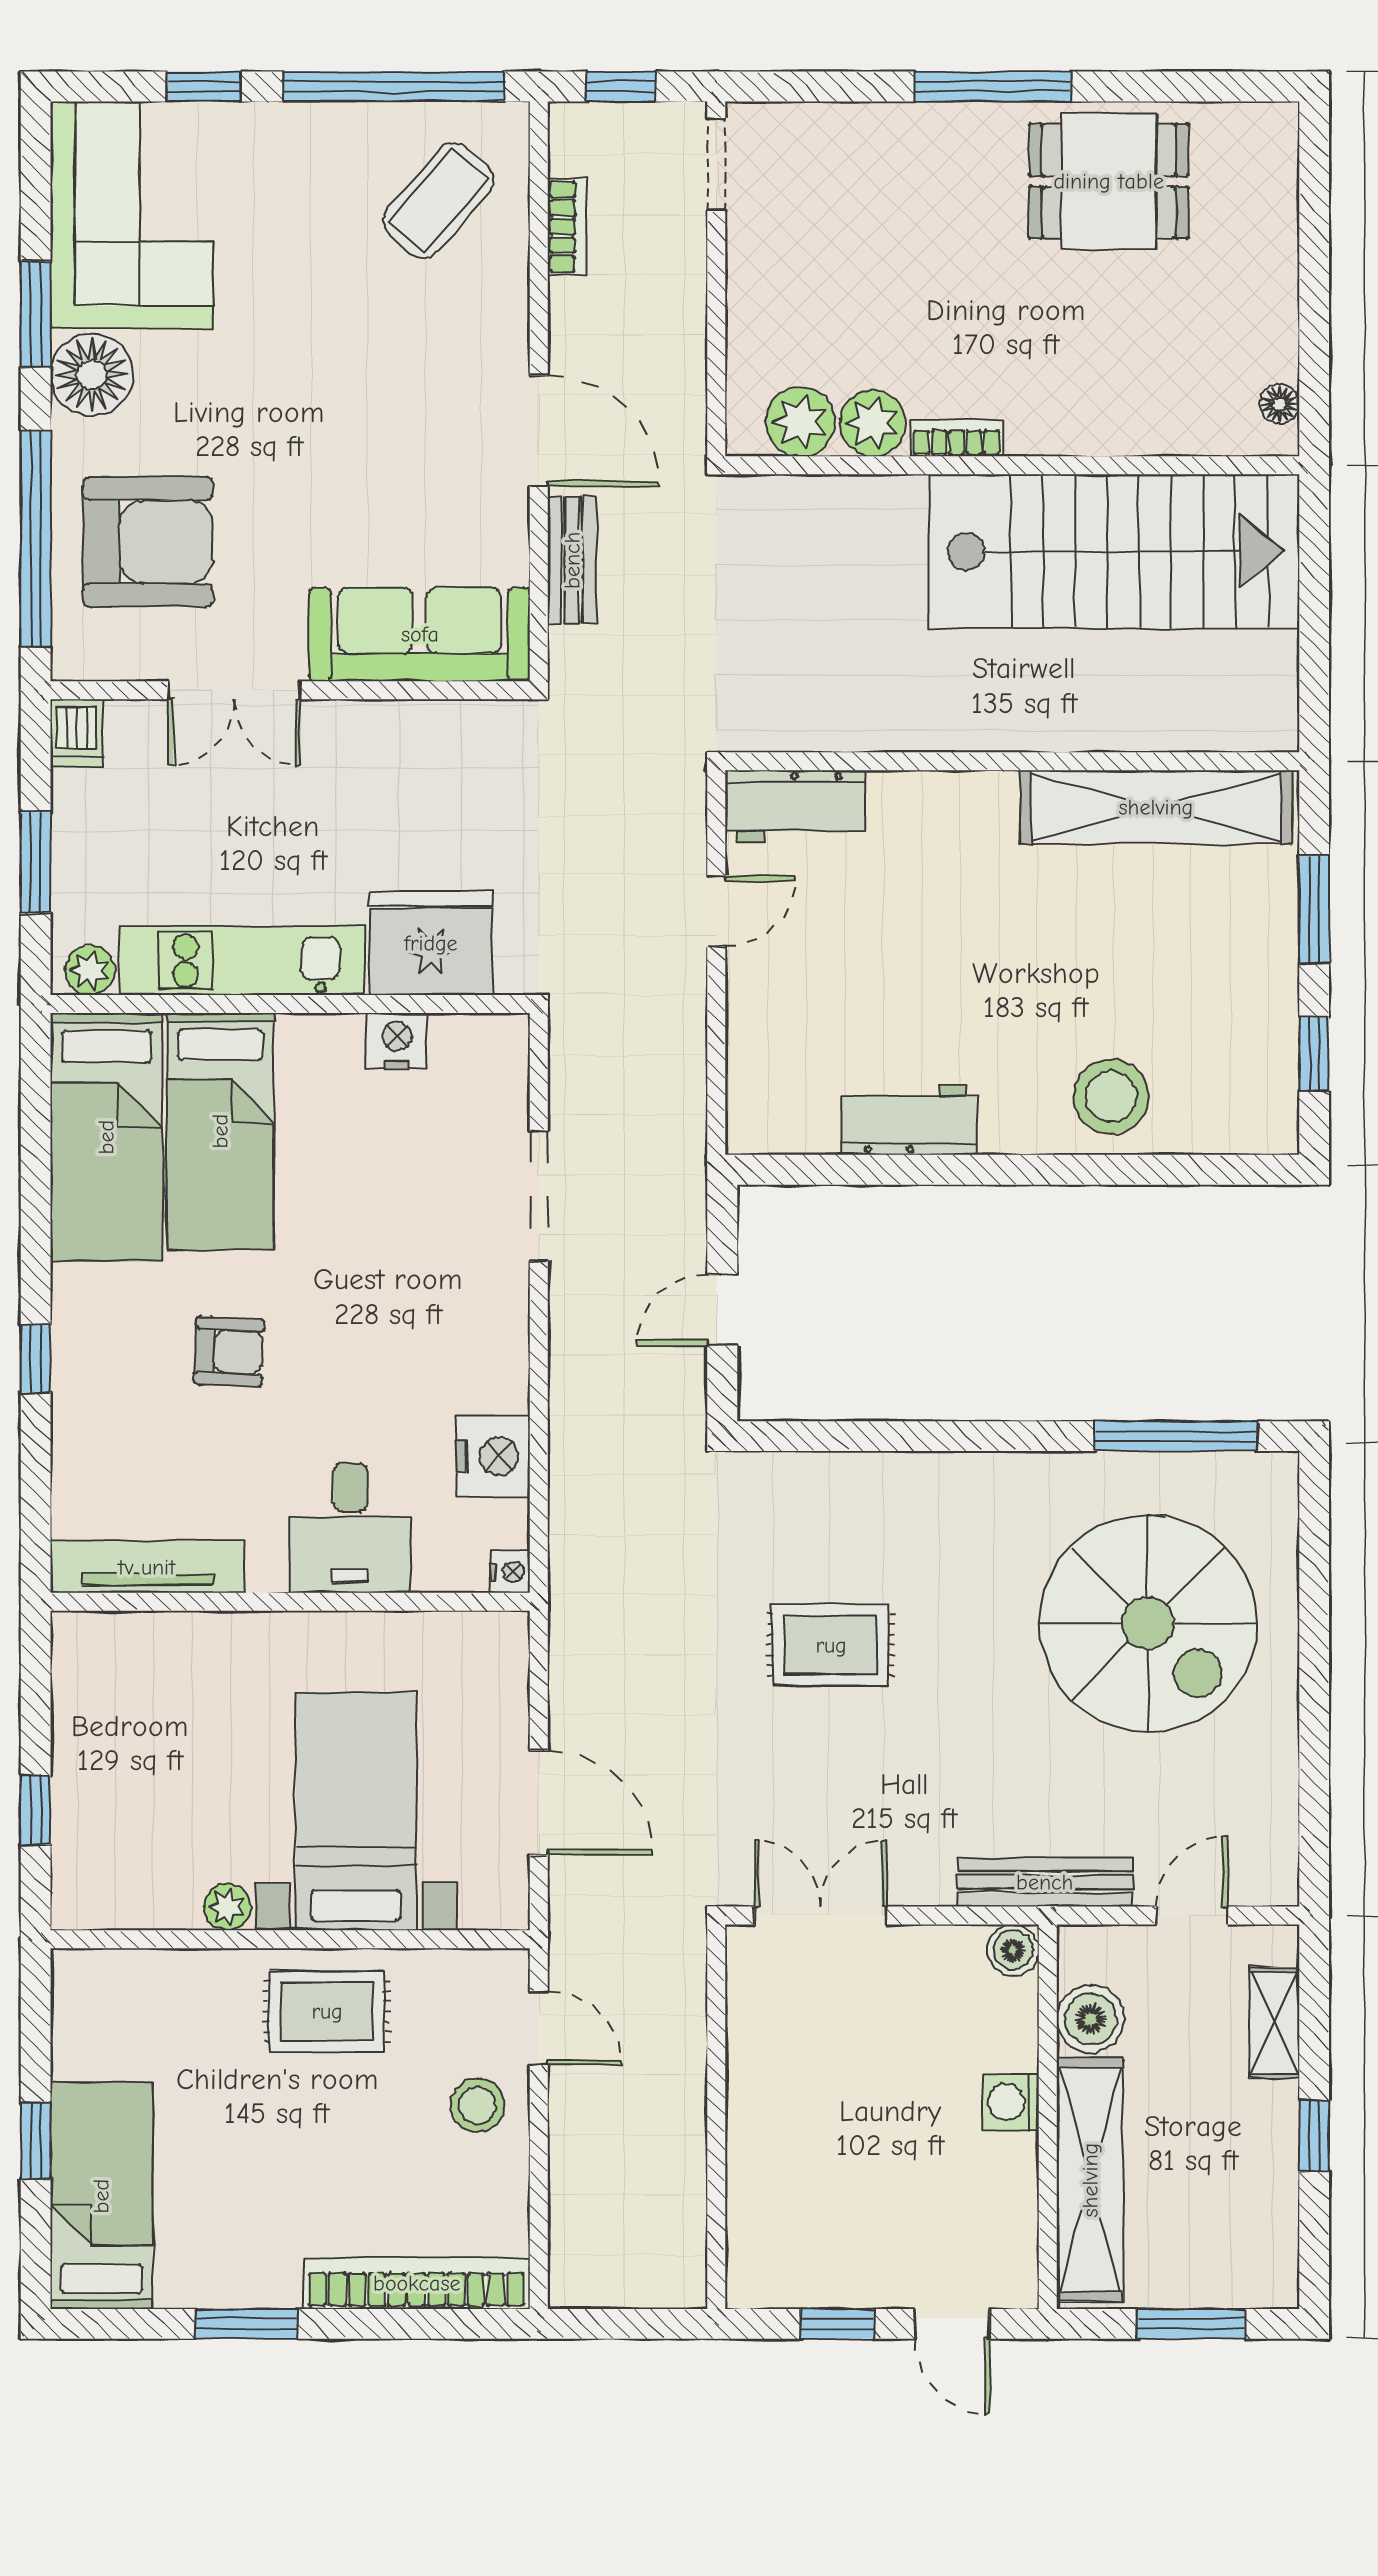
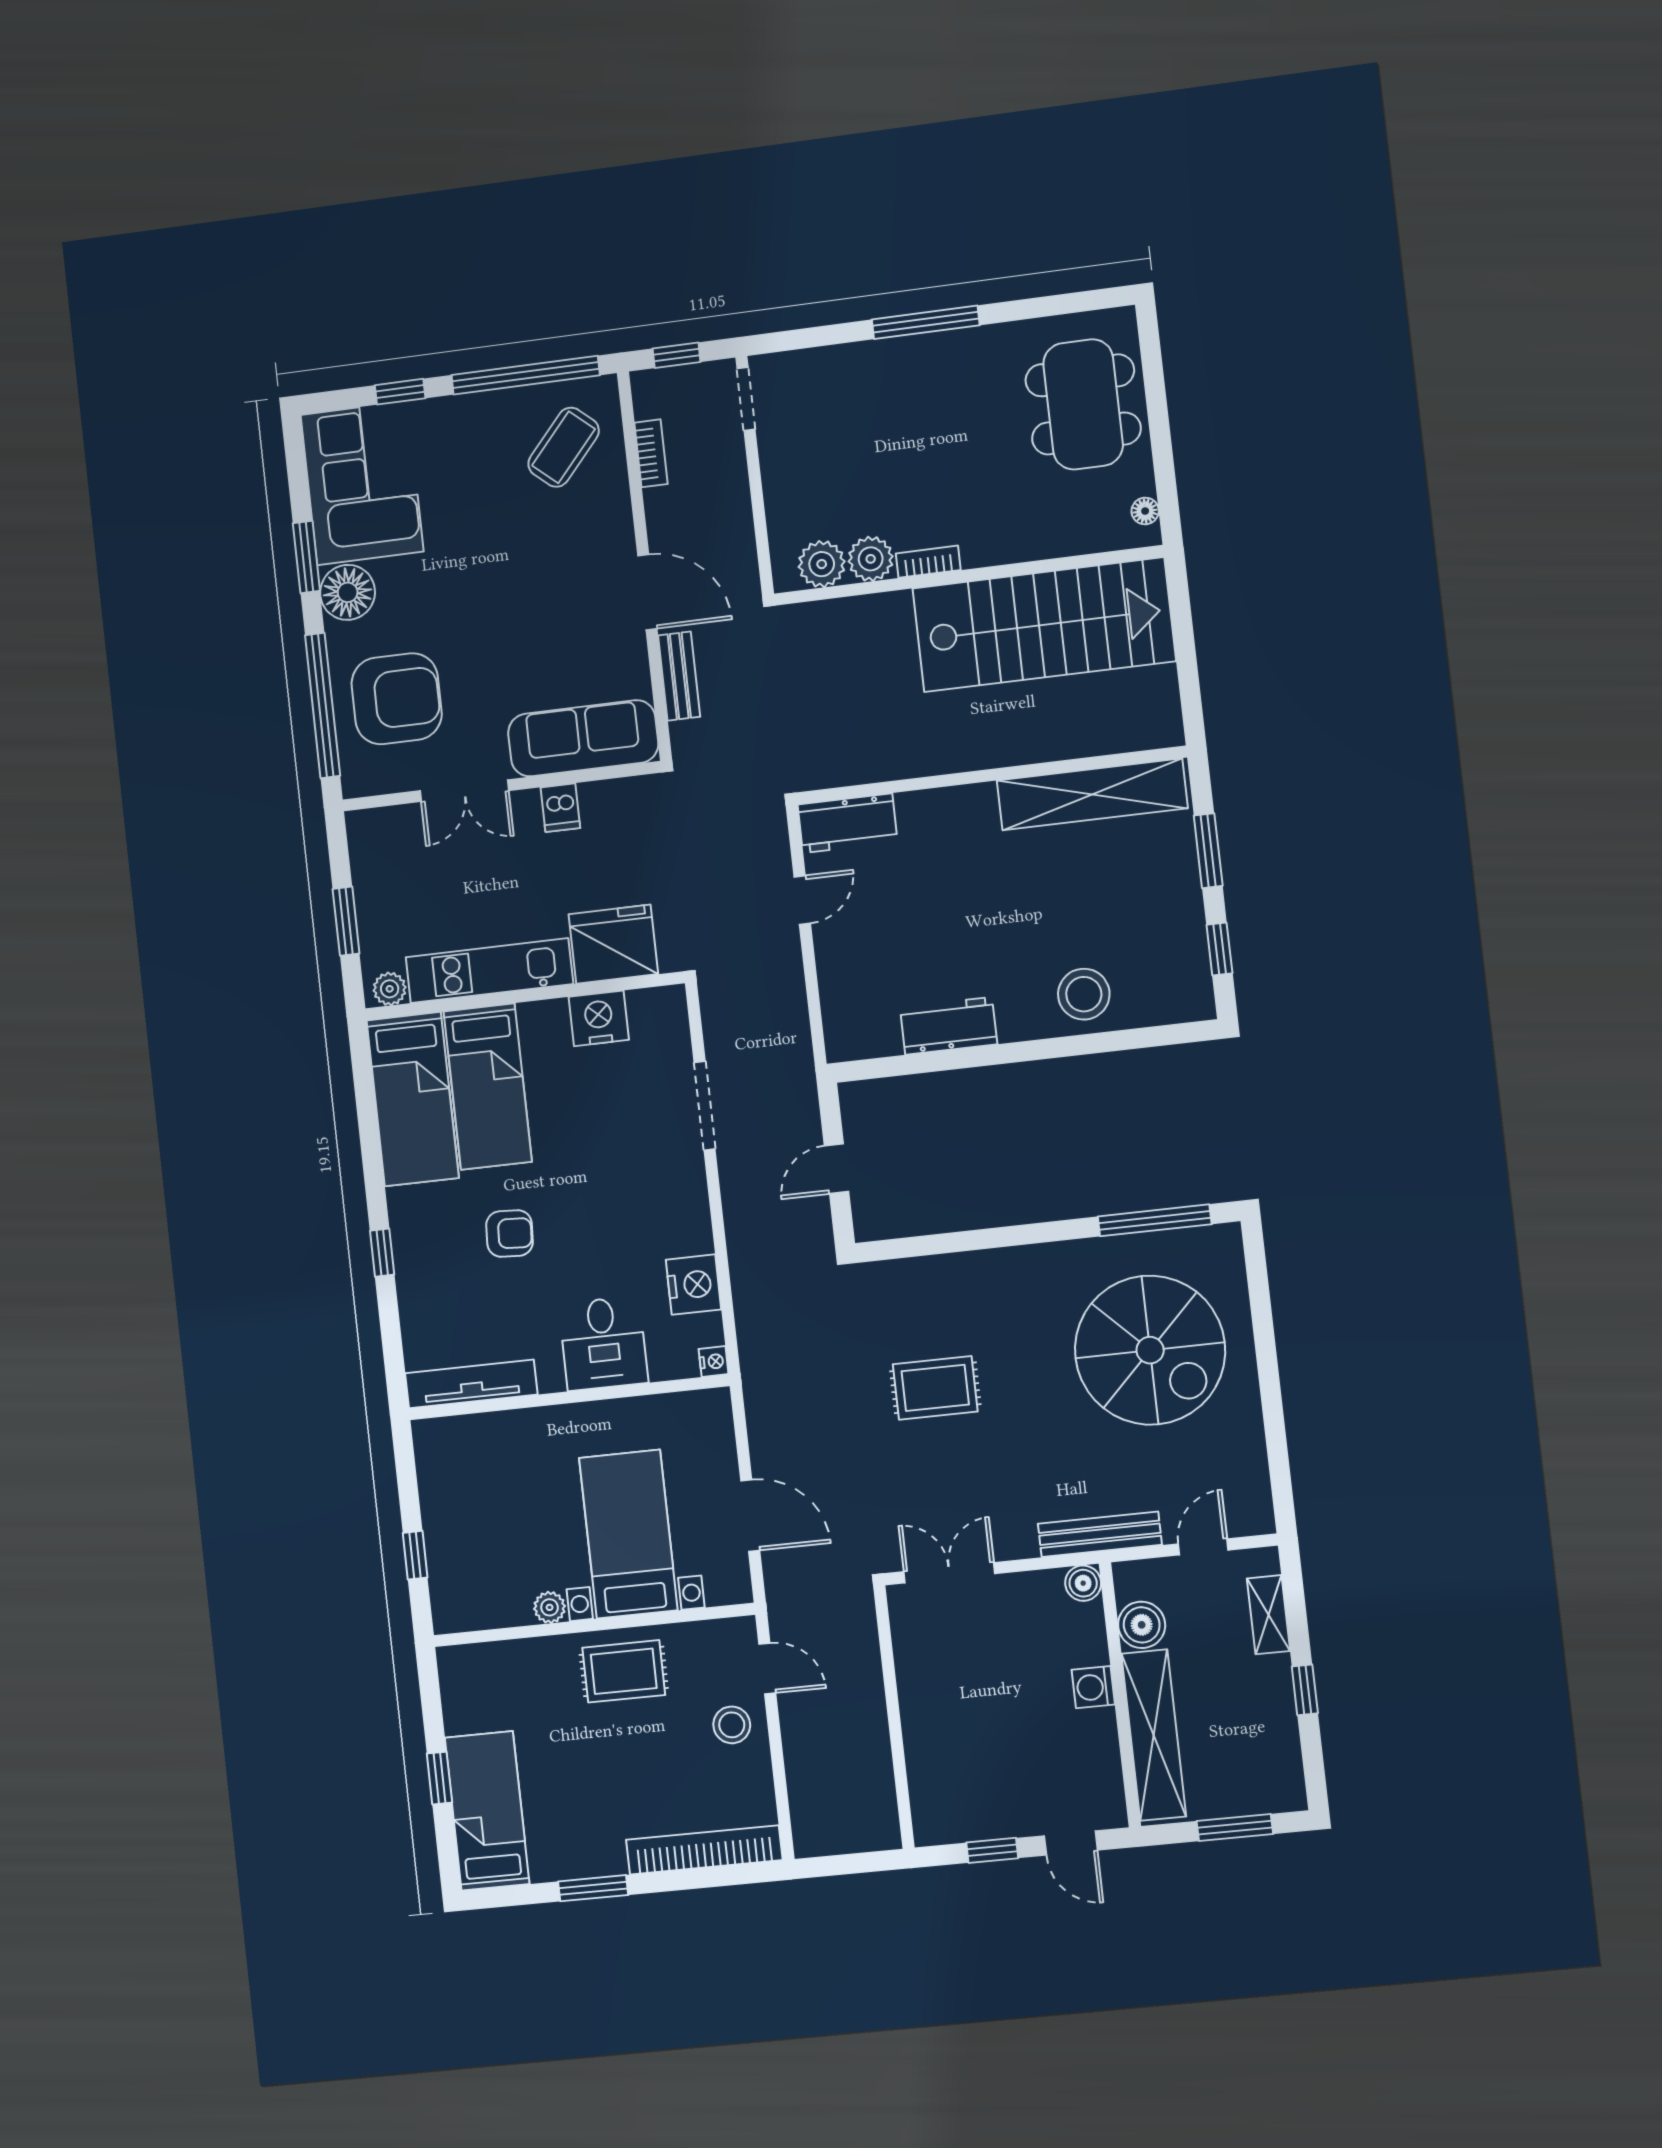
dining table: (1109, 181) -> (1083, 404), moved, width x1.38
dishwasher: (76, 733) -> (560, 808), moved
nightstand: (397, 1041) -> (599, 1018), width x1.36, depth x1.33

